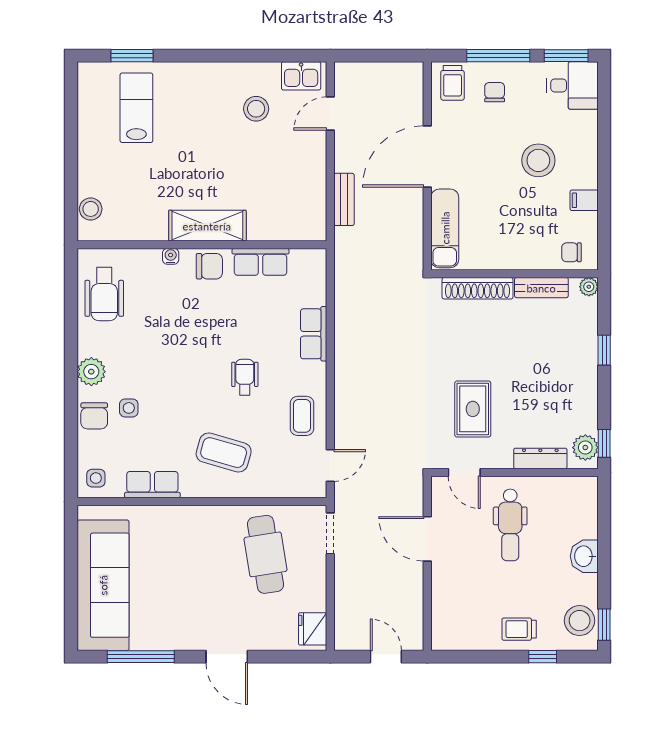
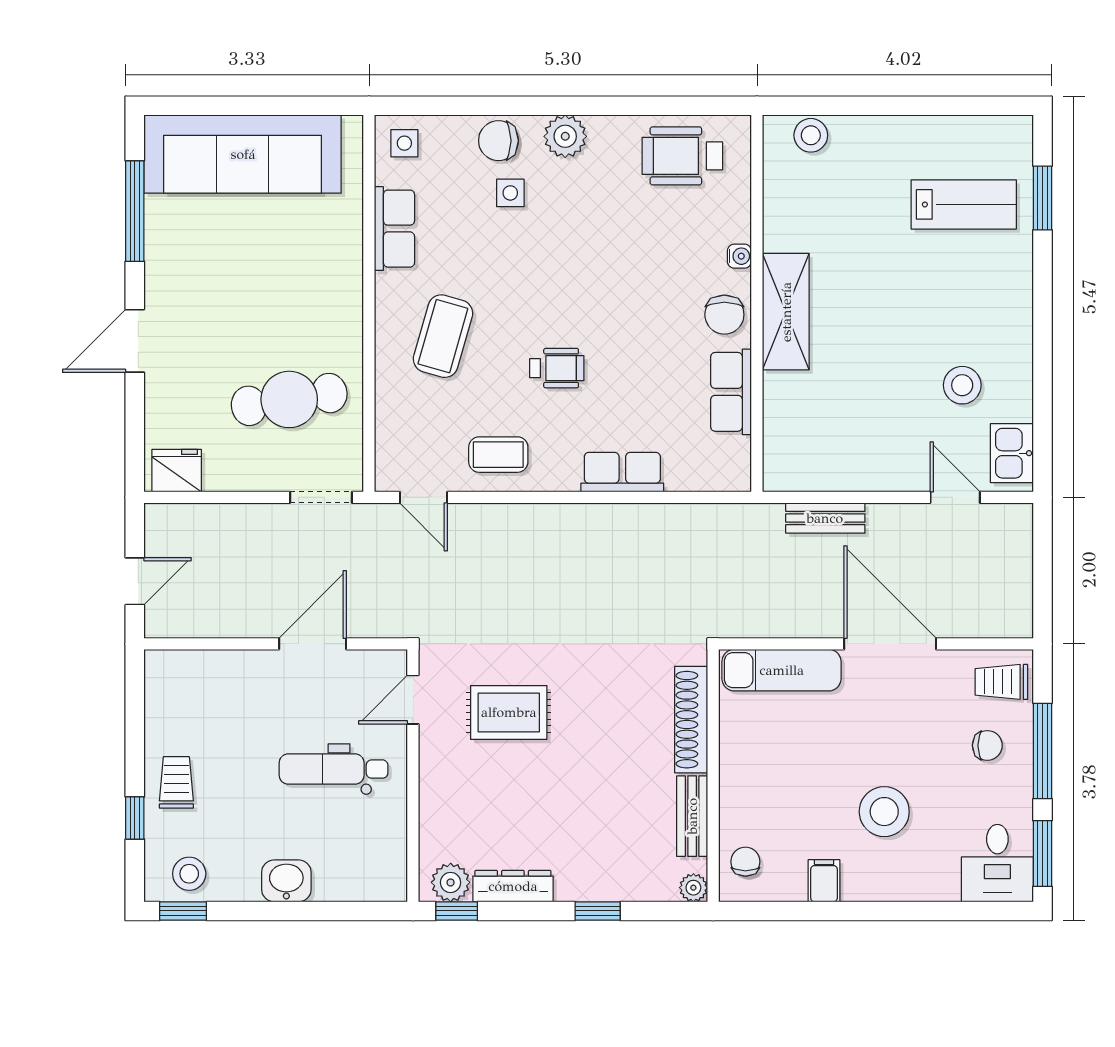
dresser: (540, 458) -> (513, 886), moved, turned -90
stool: (580, 621) -> (189, 874), width x0.73, depth x0.73

